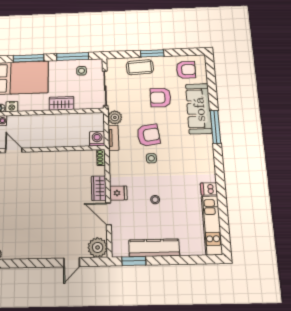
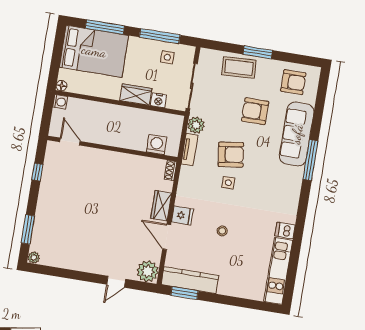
nightstand: (12, 107) -> (158, 100), moved
washing machine: (97, 139) -> (156, 145), moved
kitchen counter: (154, 248) -> (190, 280), moved

